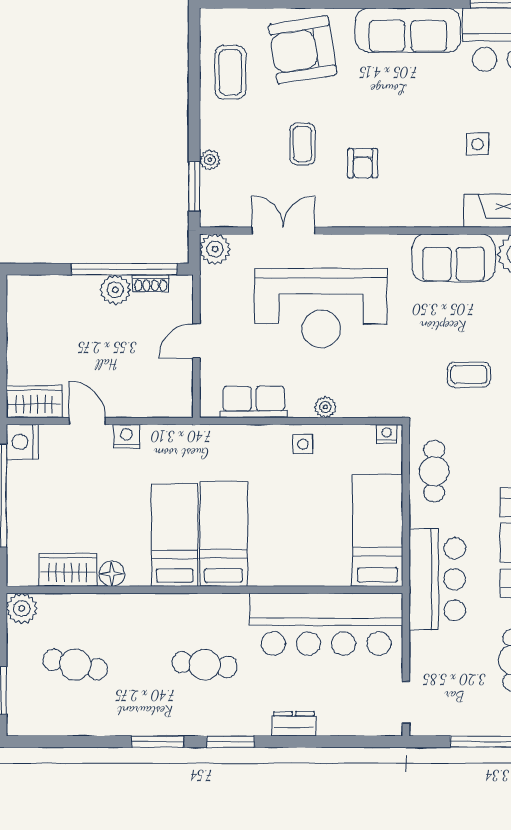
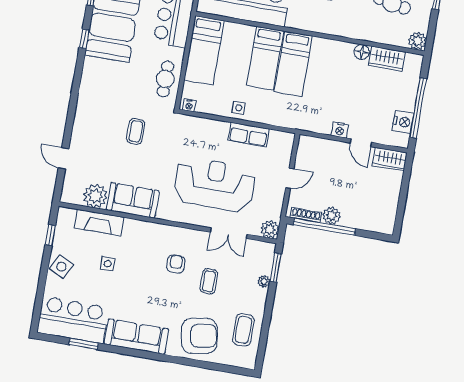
shoe rack: (151, 283) -> (306, 215), width x1.43
coffee table: (469, 375) -> (136, 131), turned 90
row of seats: (254, 402) -> (249, 135), moved
plant: (325, 407) -> (222, 127), removed
nightstand: (22, 442) -> (403, 122), moved
bed: (175, 535) -> (265, 58), moved

